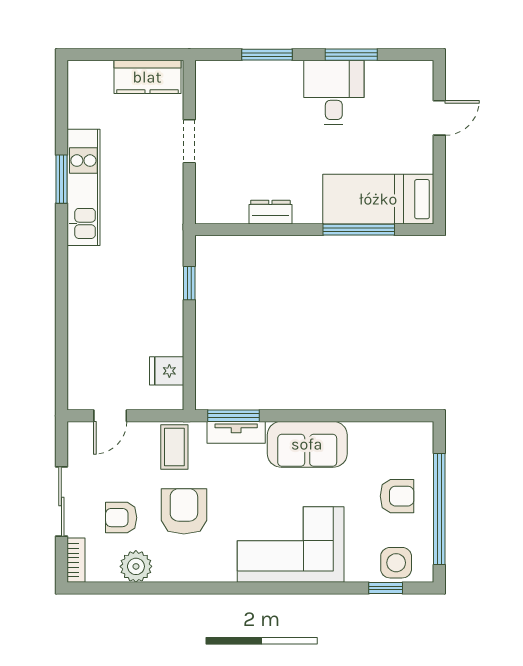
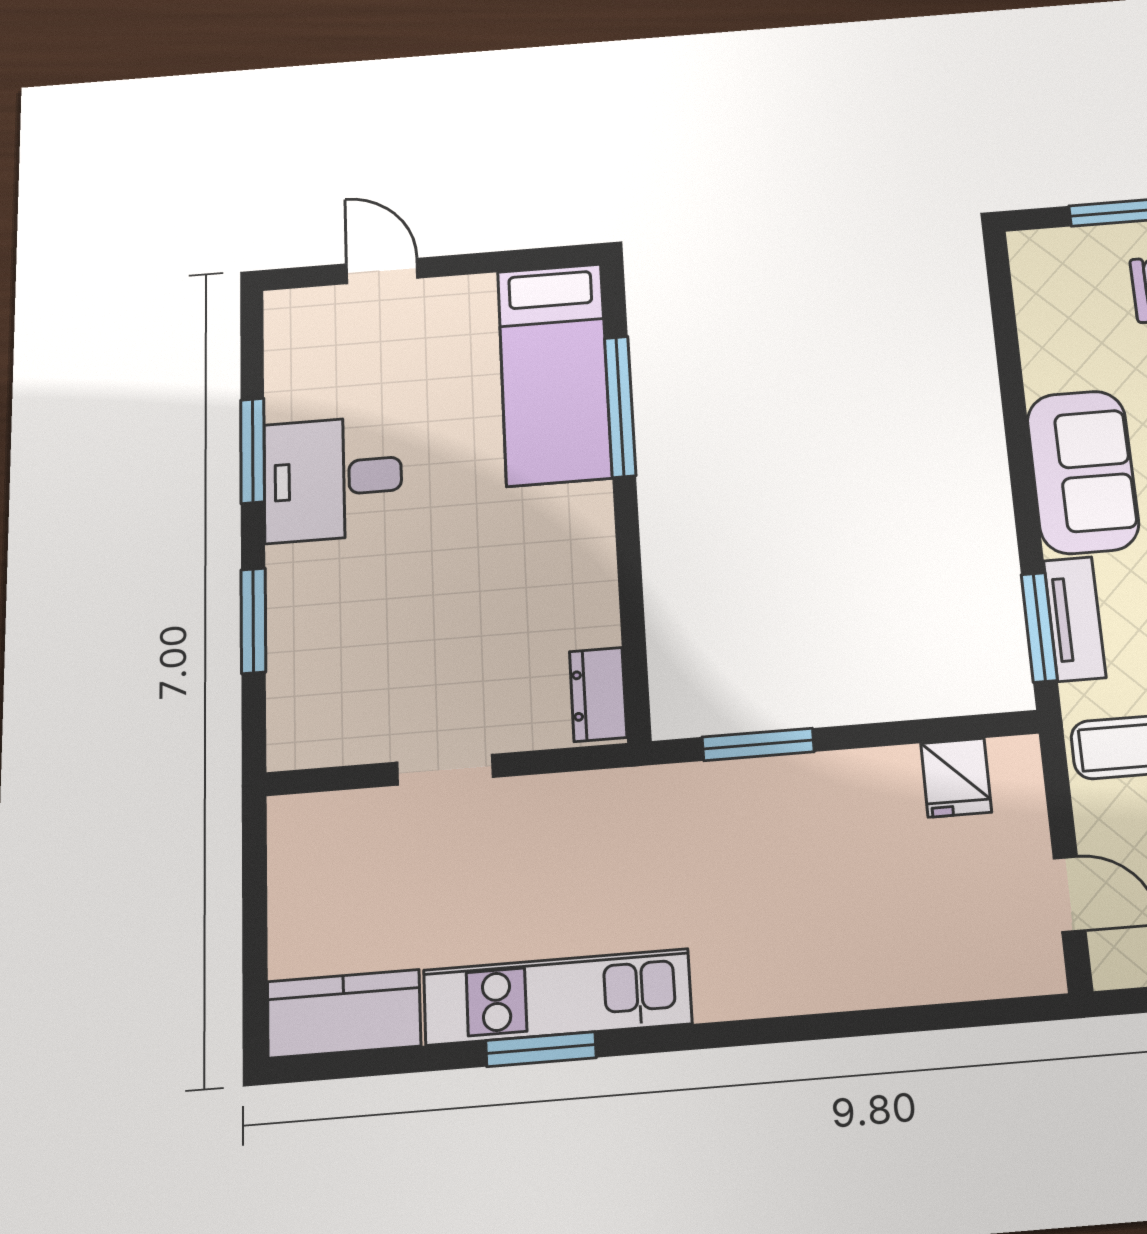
kitchen counter: (147, 77) -> (344, 1014), moved, turned -90
dresser: (270, 212) -> (598, 694), moved
window: (189, 283) -> (758, 744), width x1.50

